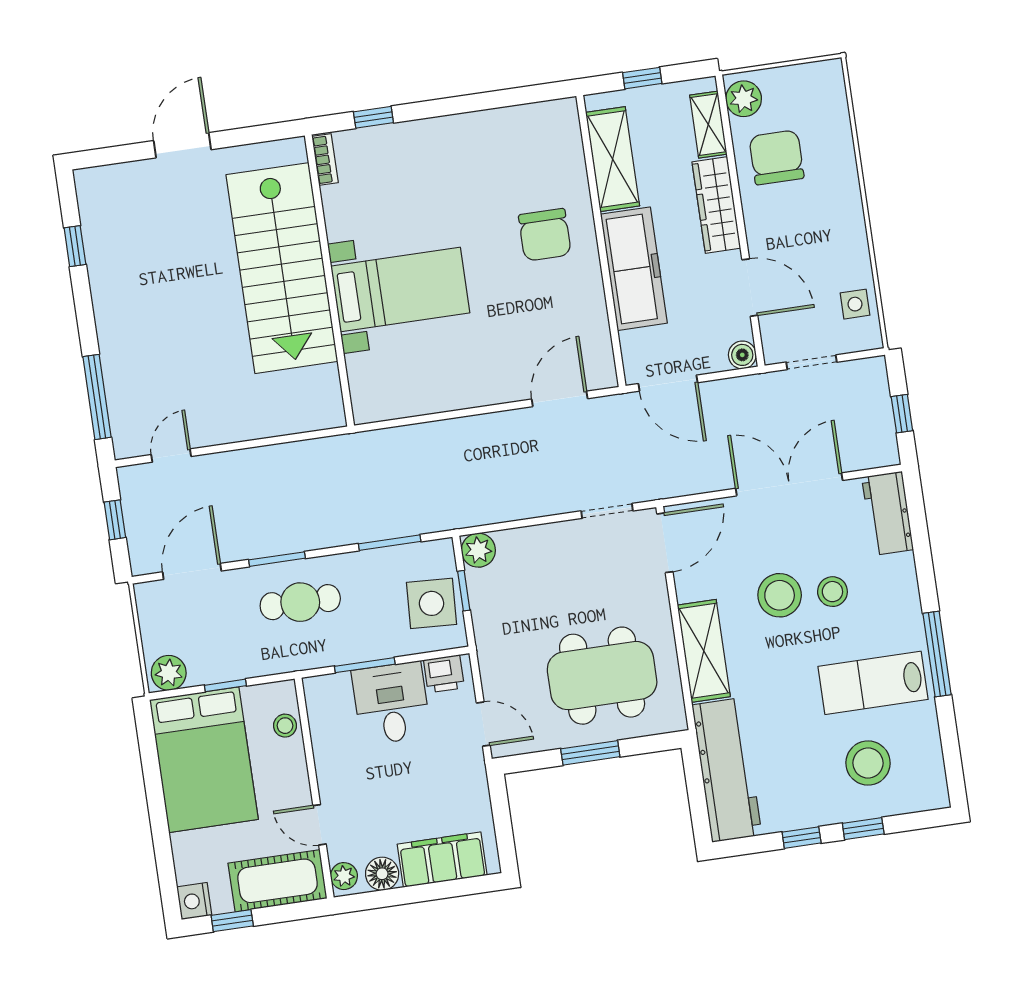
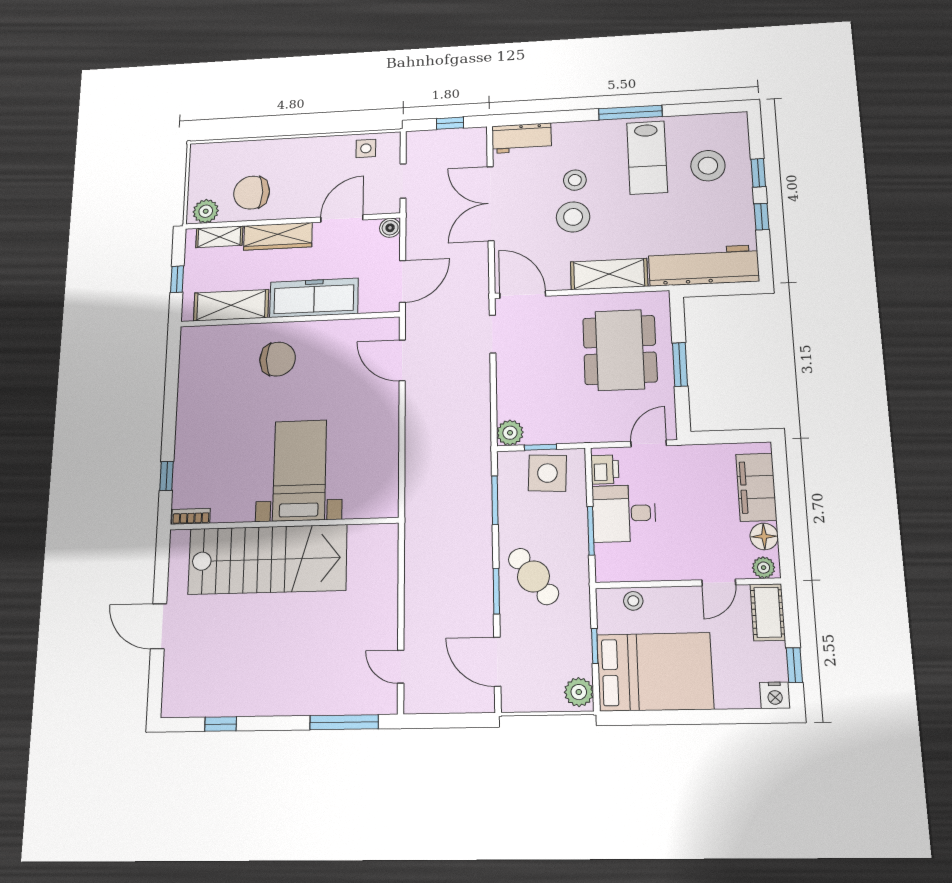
window: (115, 520) -> (446, 721), removed
cafe table: (300, 602) -> (533, 576), turned -37
cot: (278, 881) -> (768, 612), width x0.73, depth x0.75

